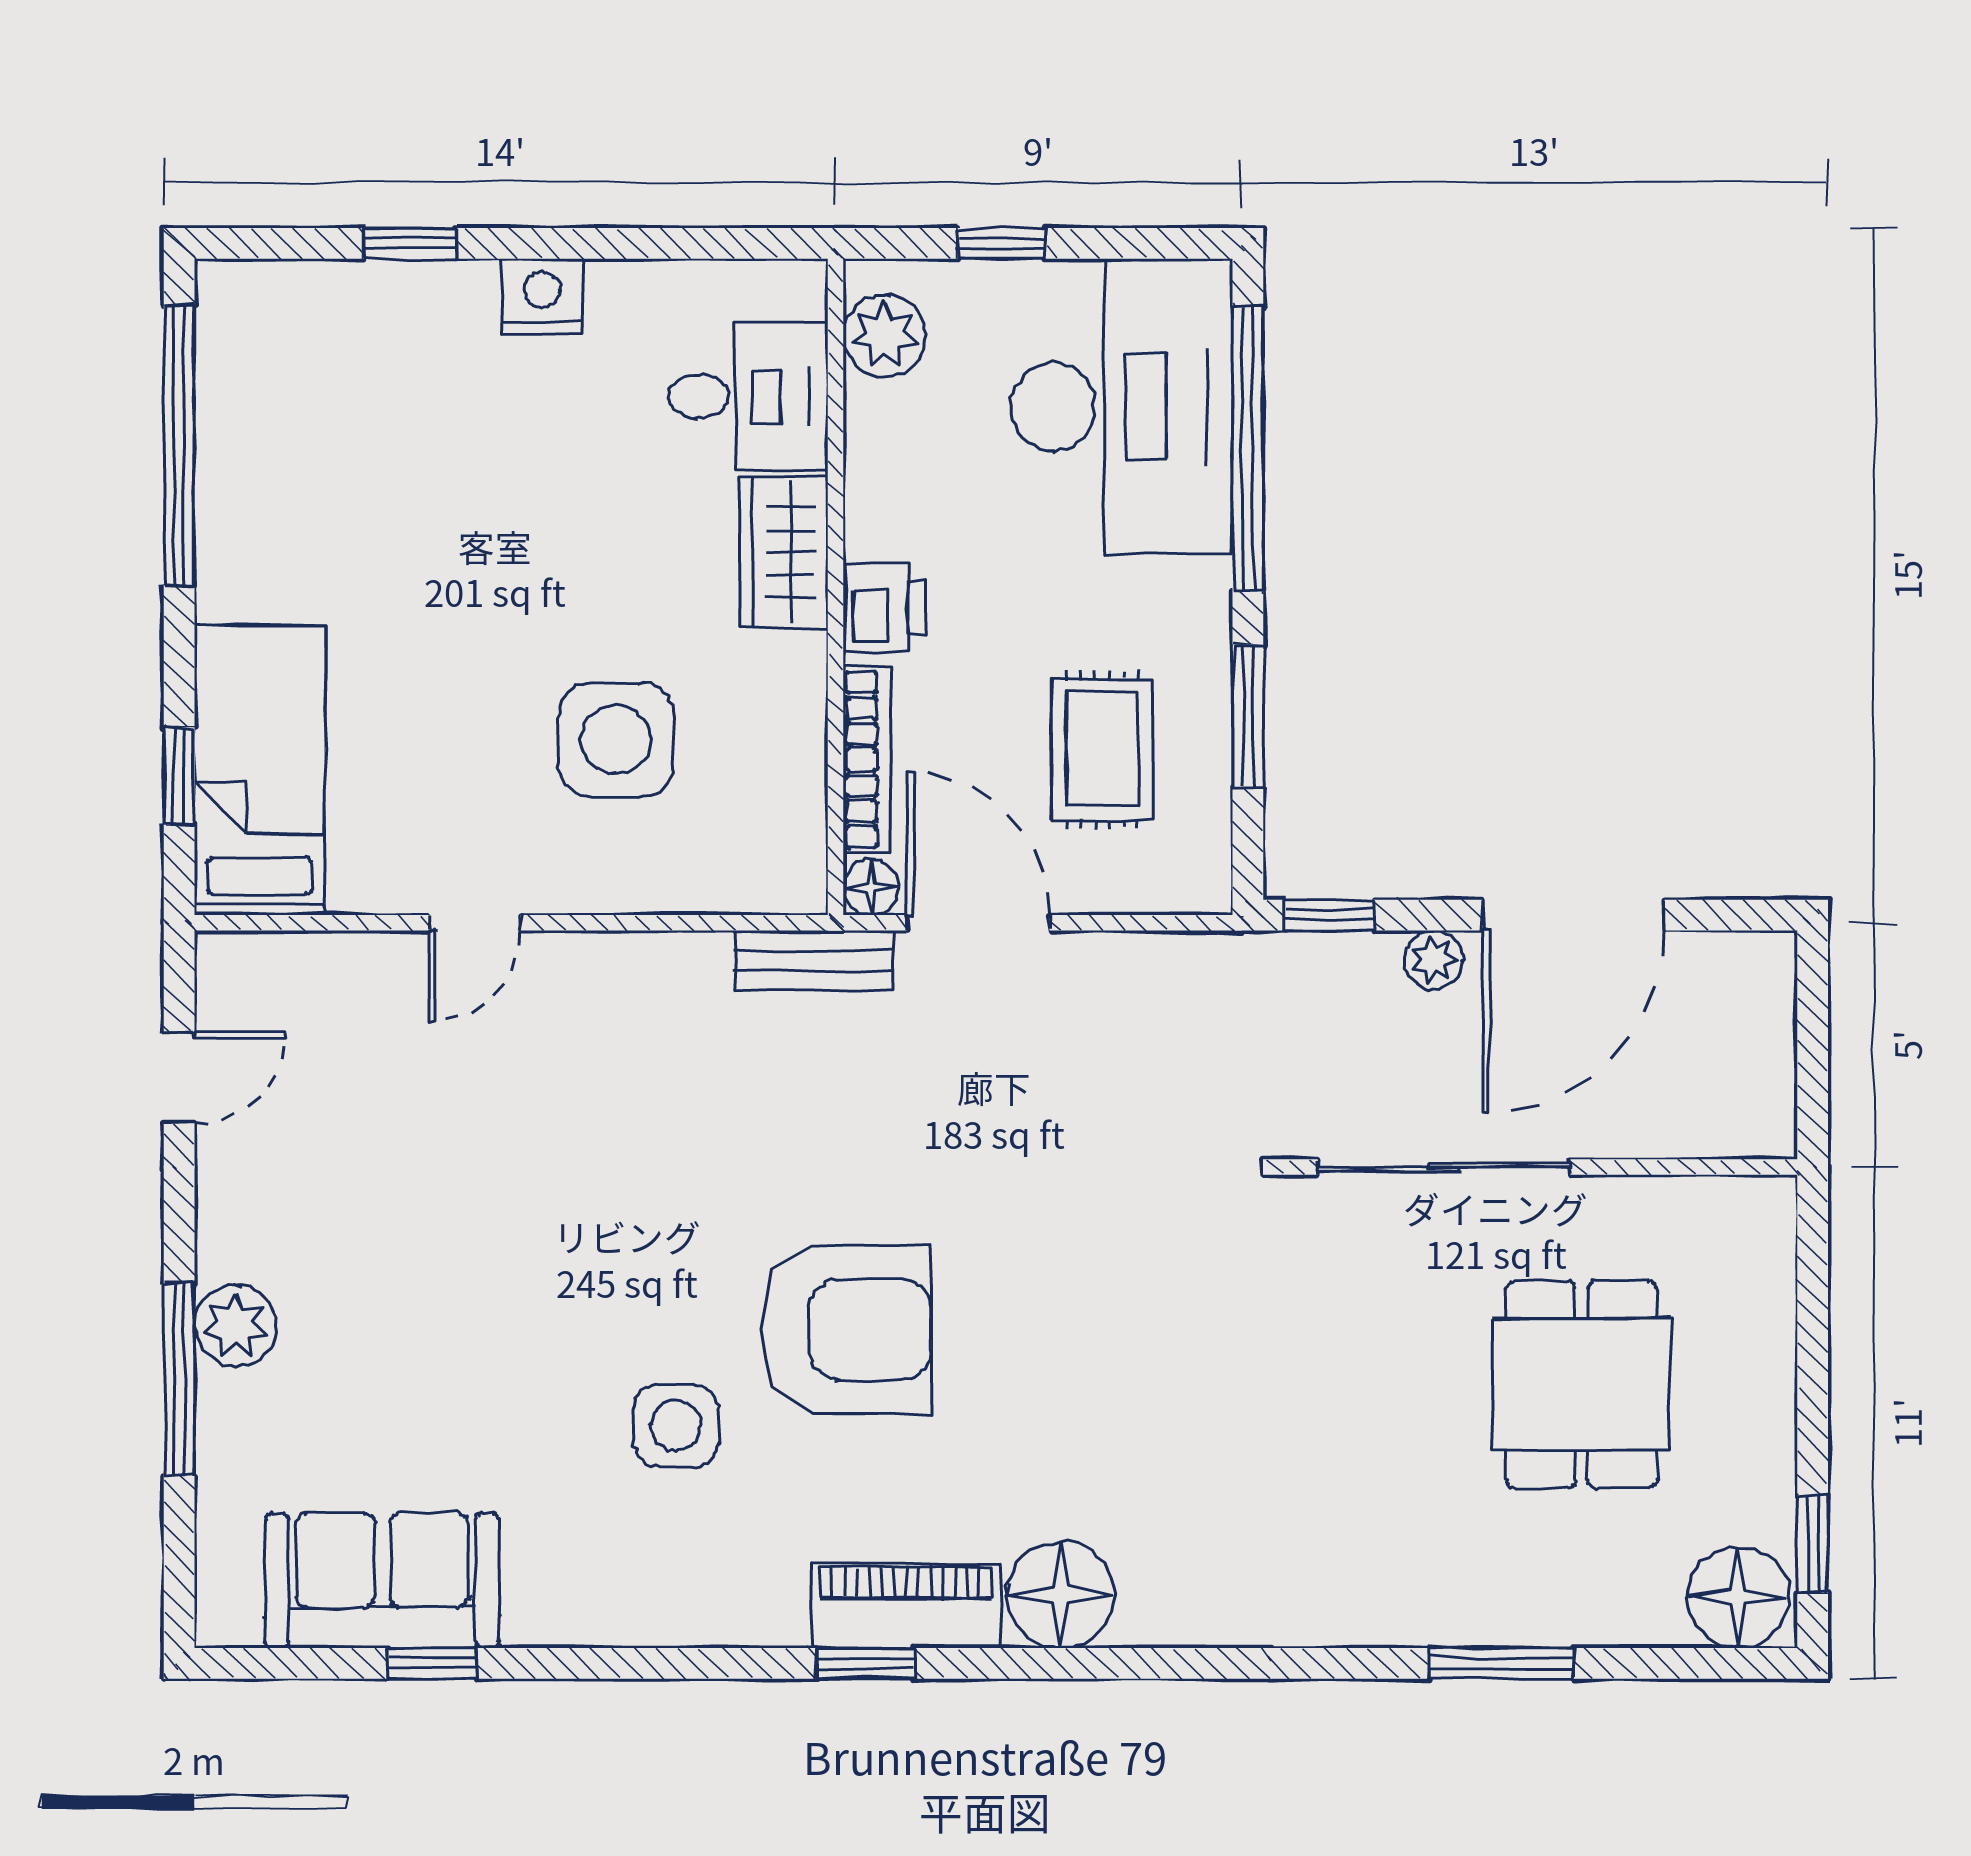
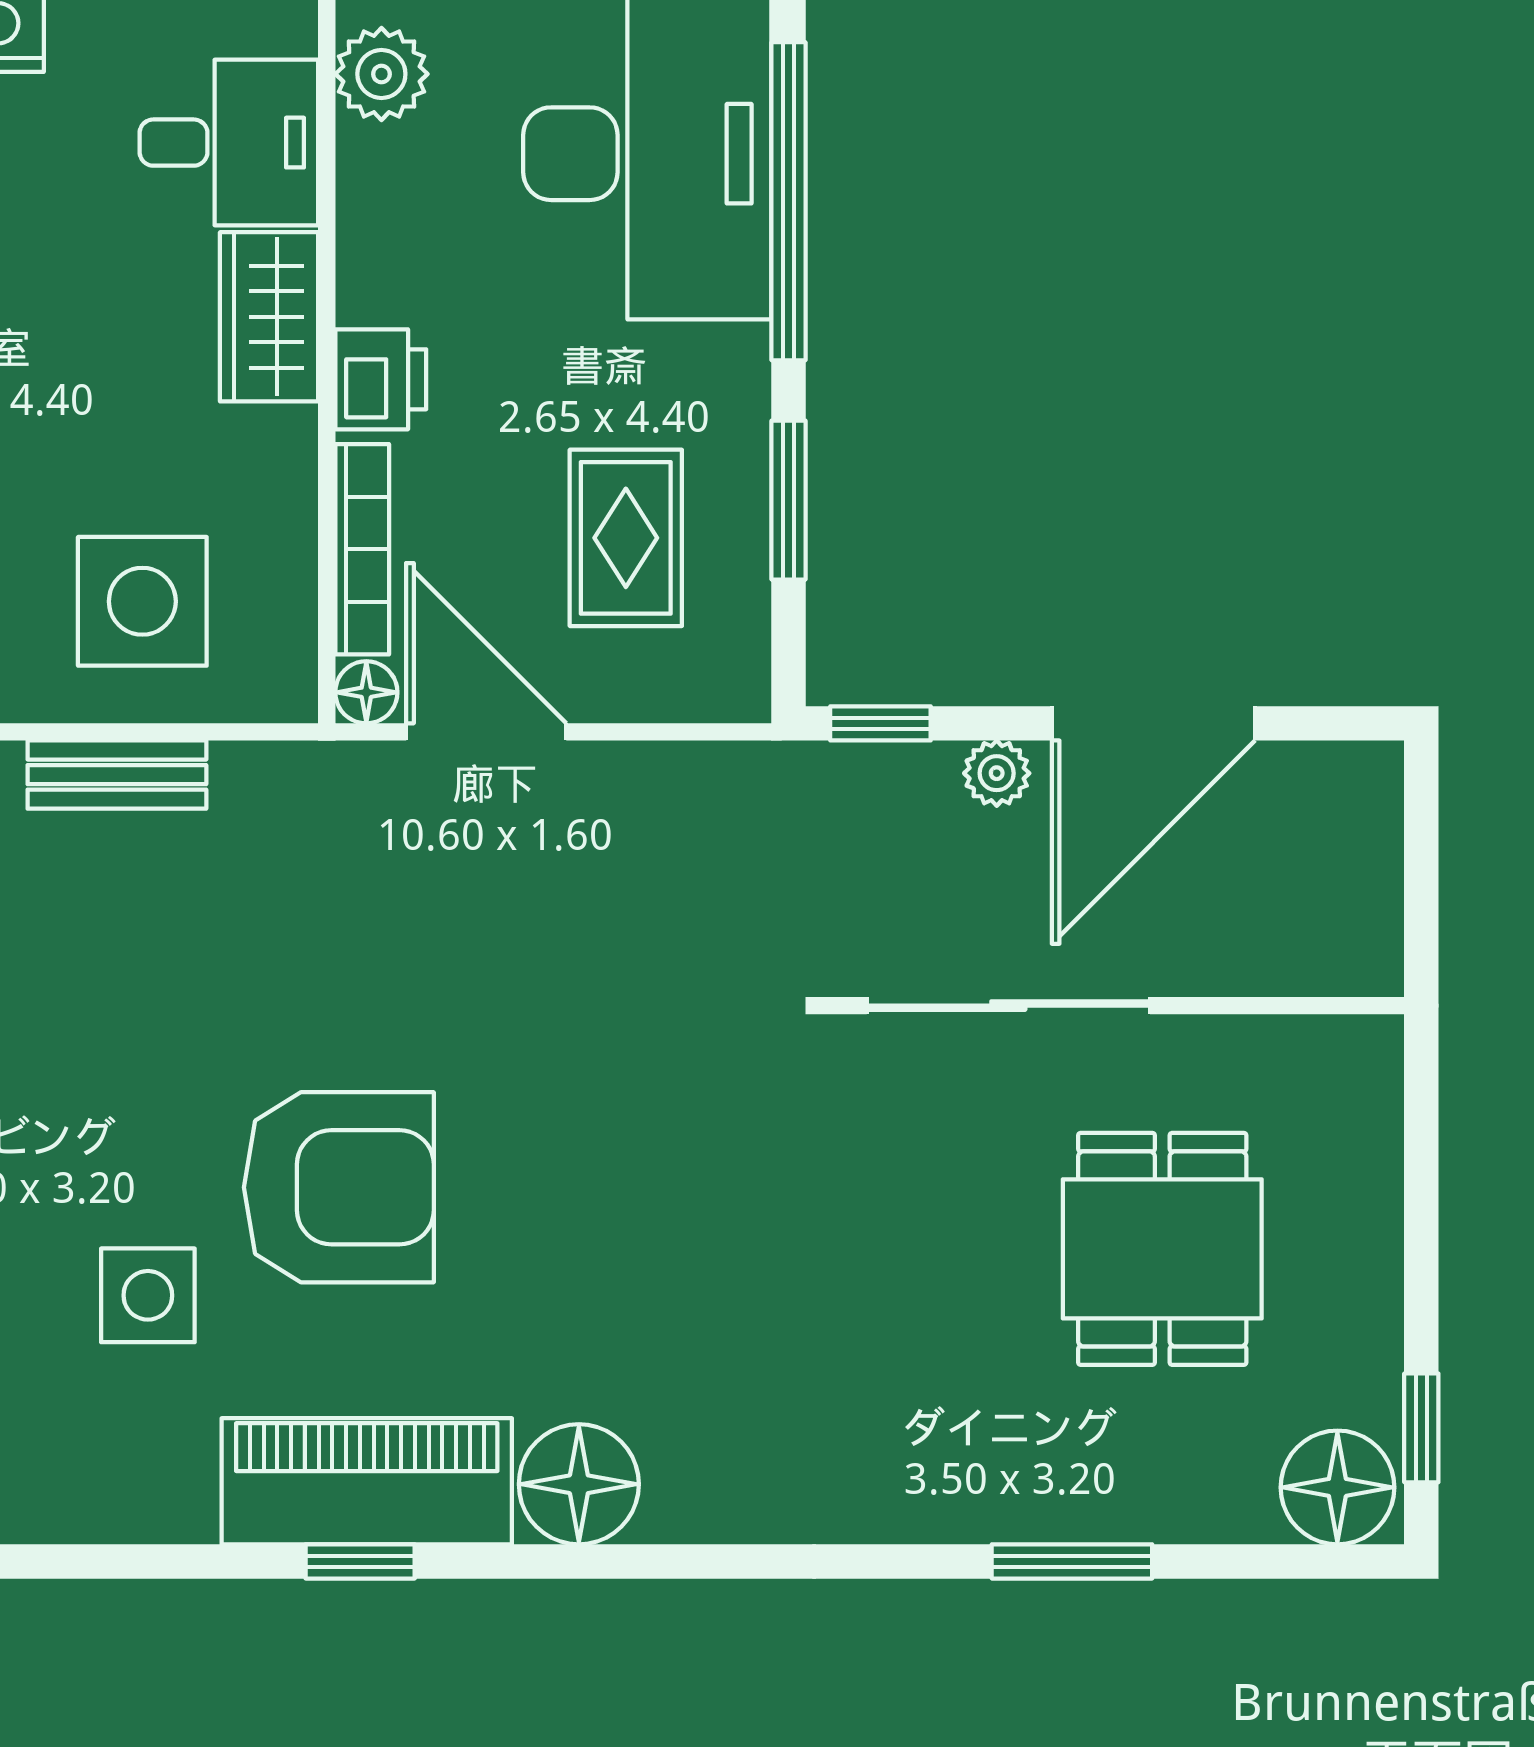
side table: (616, 740) -> (142, 601), moved
bench: (814, 961) -> (117, 775), moved
piano: (906, 1606) -> (367, 1481), width x1.37, depth x1.33

